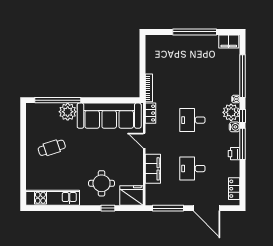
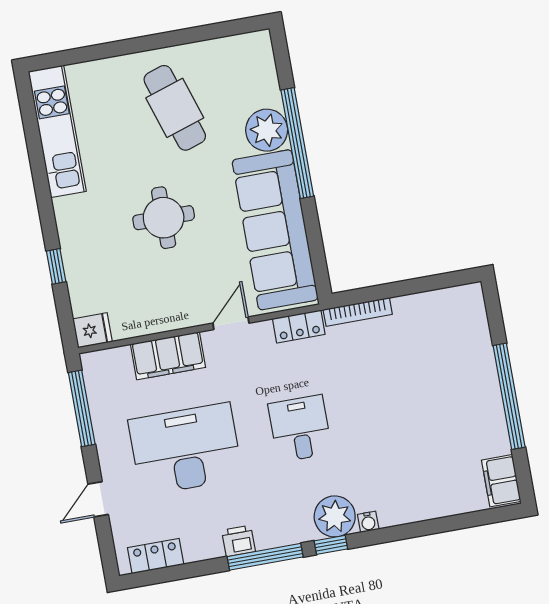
window: (242, 76) -> (425, 528), removed
window: (58, 100) -> (297, 143), moved
water cooler: (235, 127) -> (302, 531), removed
cafe table: (52, 148) -> (175, 108), width x1.37, depth x1.35
desk: (192, 169) -> (186, 449), width x1.87, depth x1.30
round table: (102, 183) -> (164, 218), moved
fridge: (131, 195) -> (92, 330), width x0.53, depth x0.75
door: (207, 208) -> (98, 499), width x0.53

